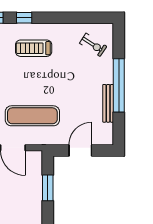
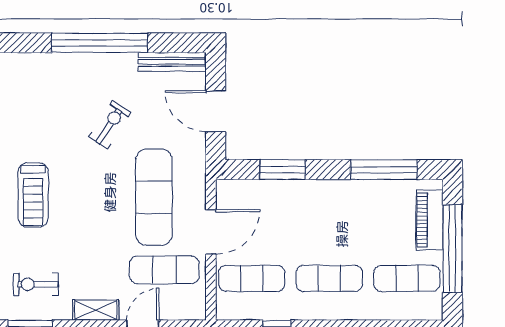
exercise bike: (93, 45) -> (110, 125), moved
bench: (108, 103) -> (172, 62), moved

